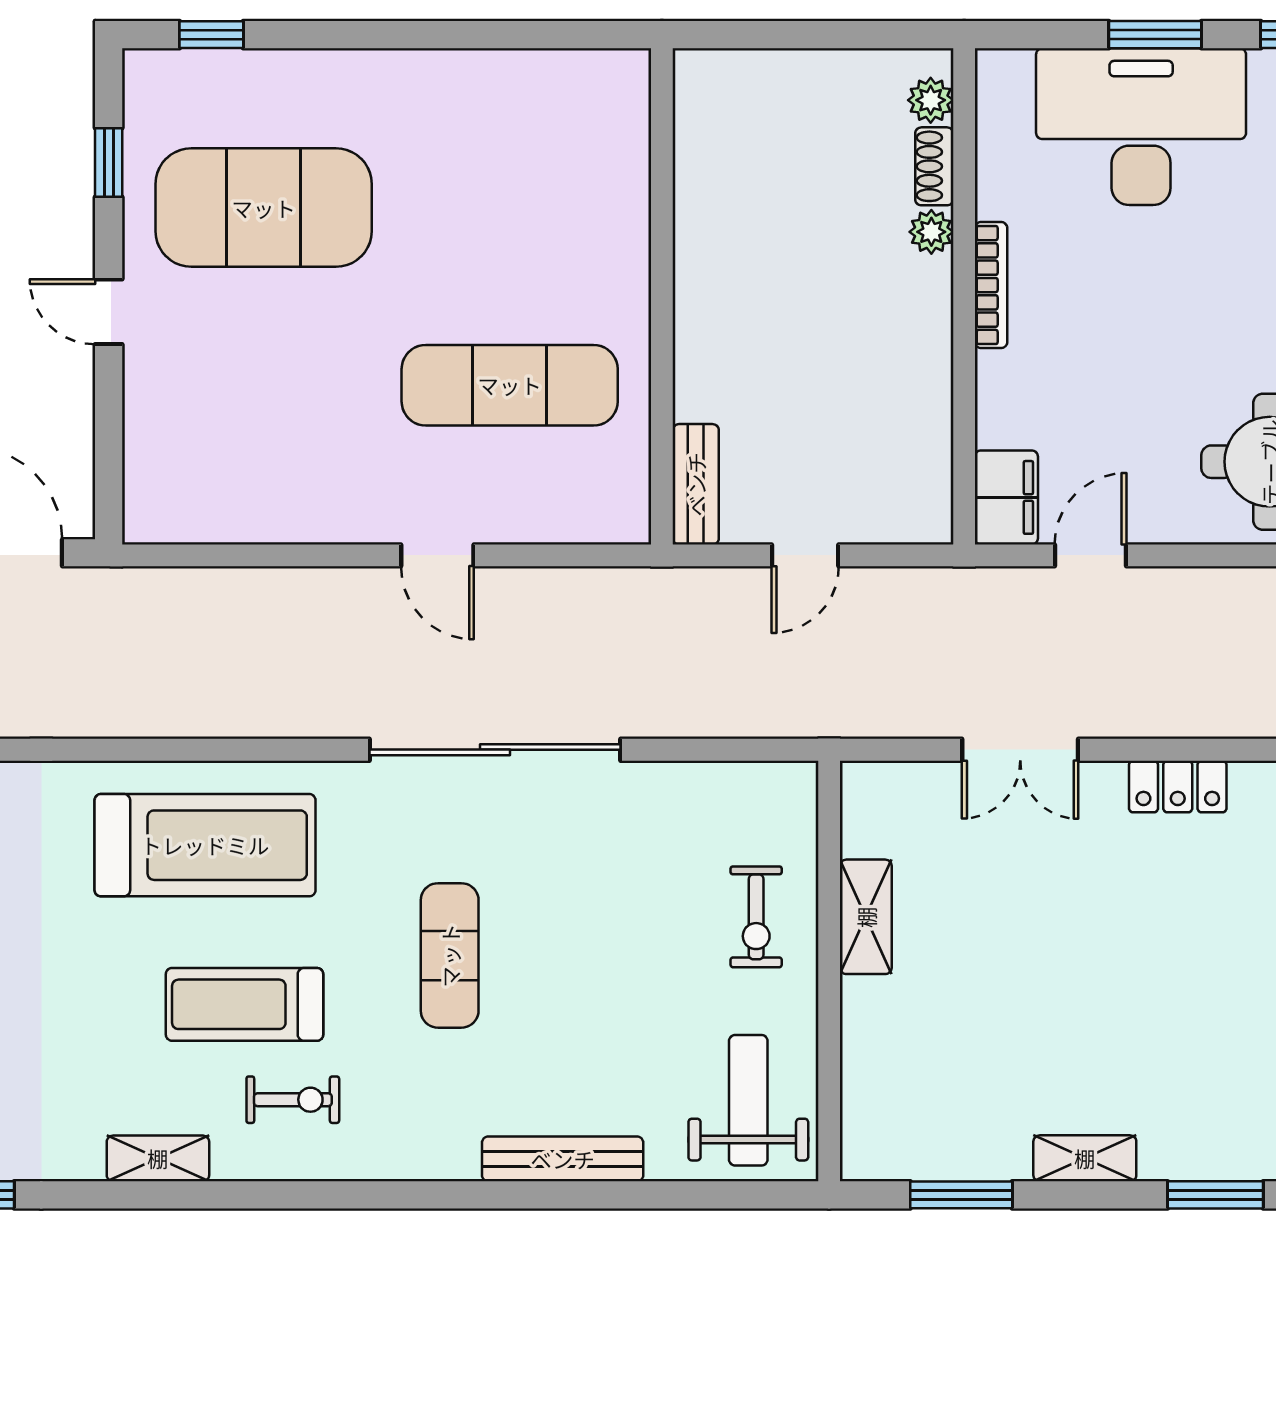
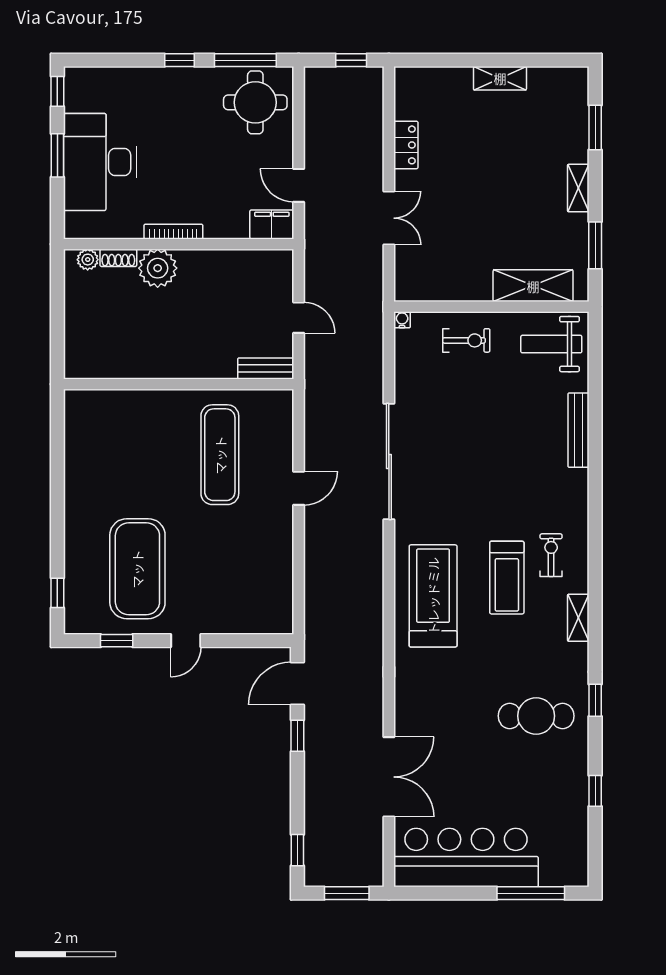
plant: (931, 232) -> (158, 268), width x1.88, depth x1.88
water cooler: (801, 778) -> (402, 320), added
shelving: (866, 917) -> (533, 286), moved, width x1.50, depth x1.33
exercise mat: (450, 955) -> (484, 483), removed

